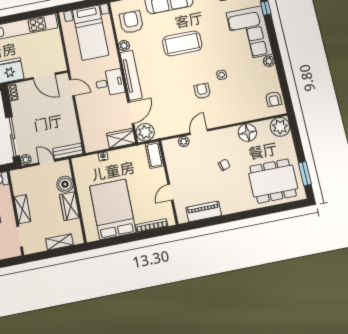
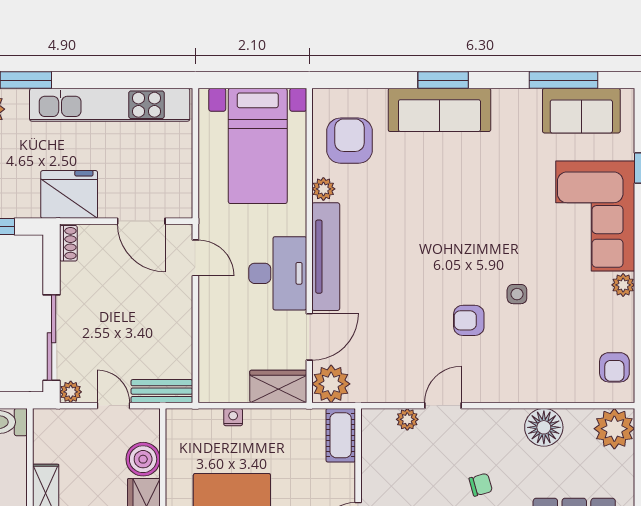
coffee table: (182, 43) -> (448, 209), removed
desk: (110, 83) -> (278, 273), width x1.37
armchair: (202, 91) -> (469, 320), turned -90

